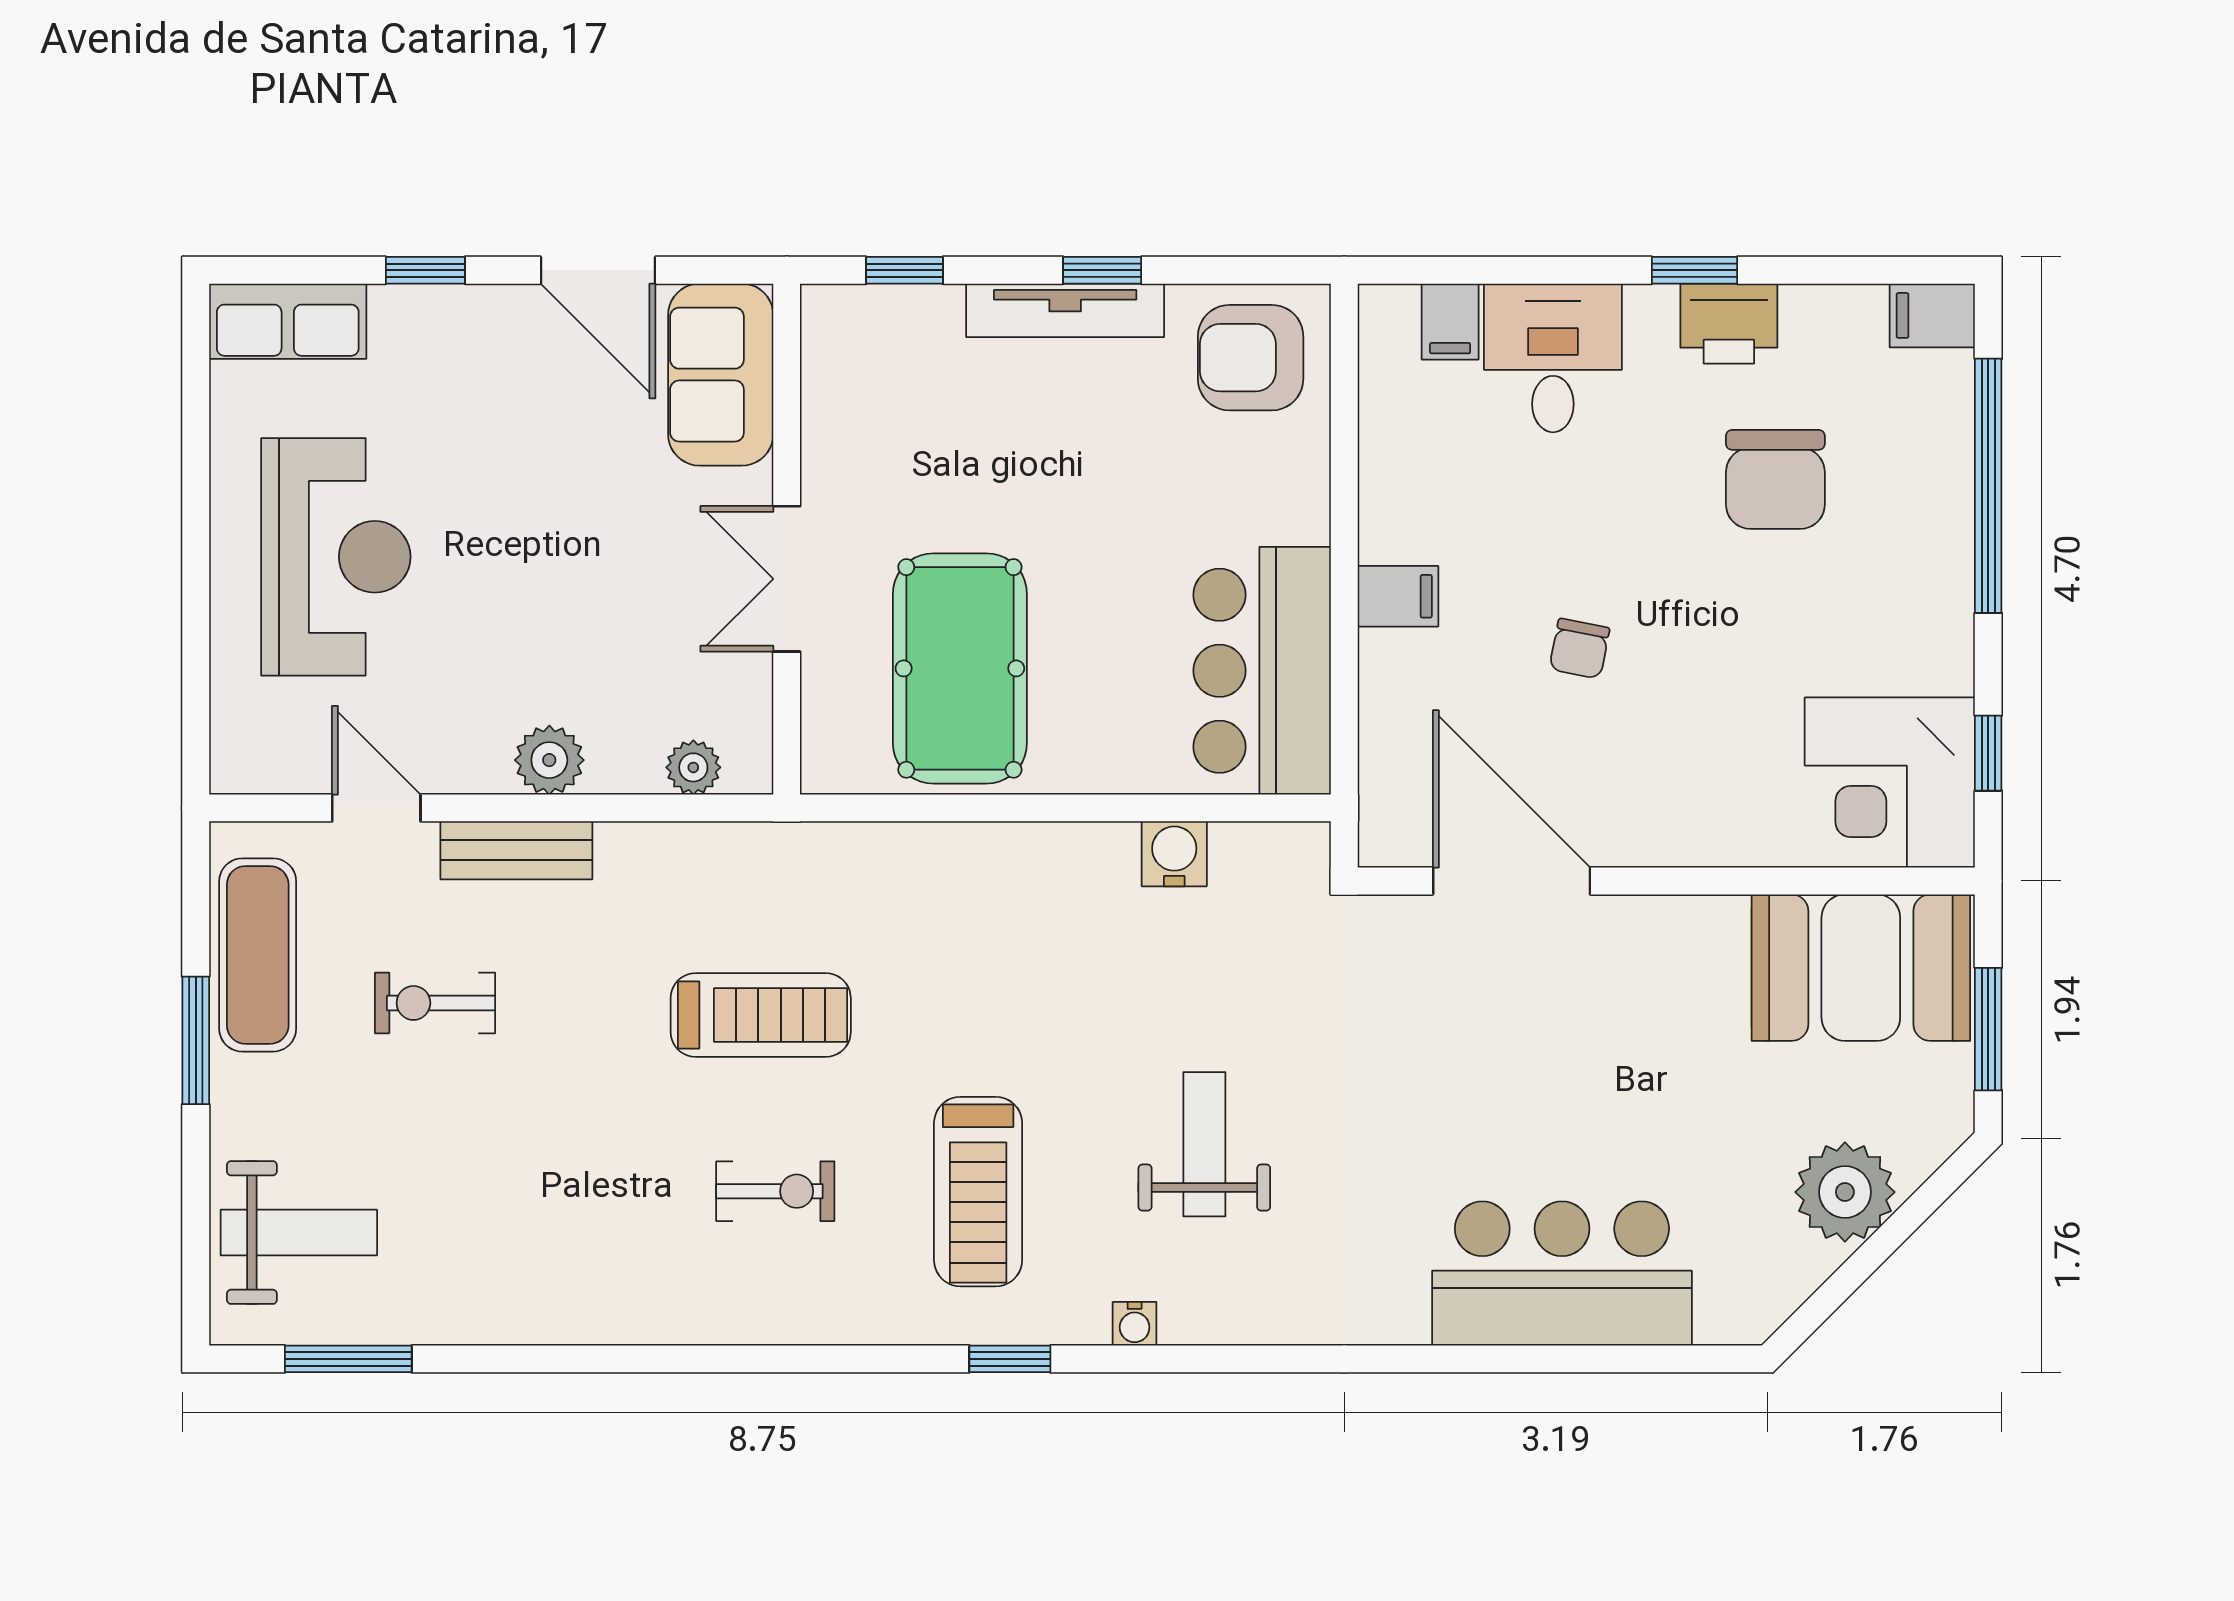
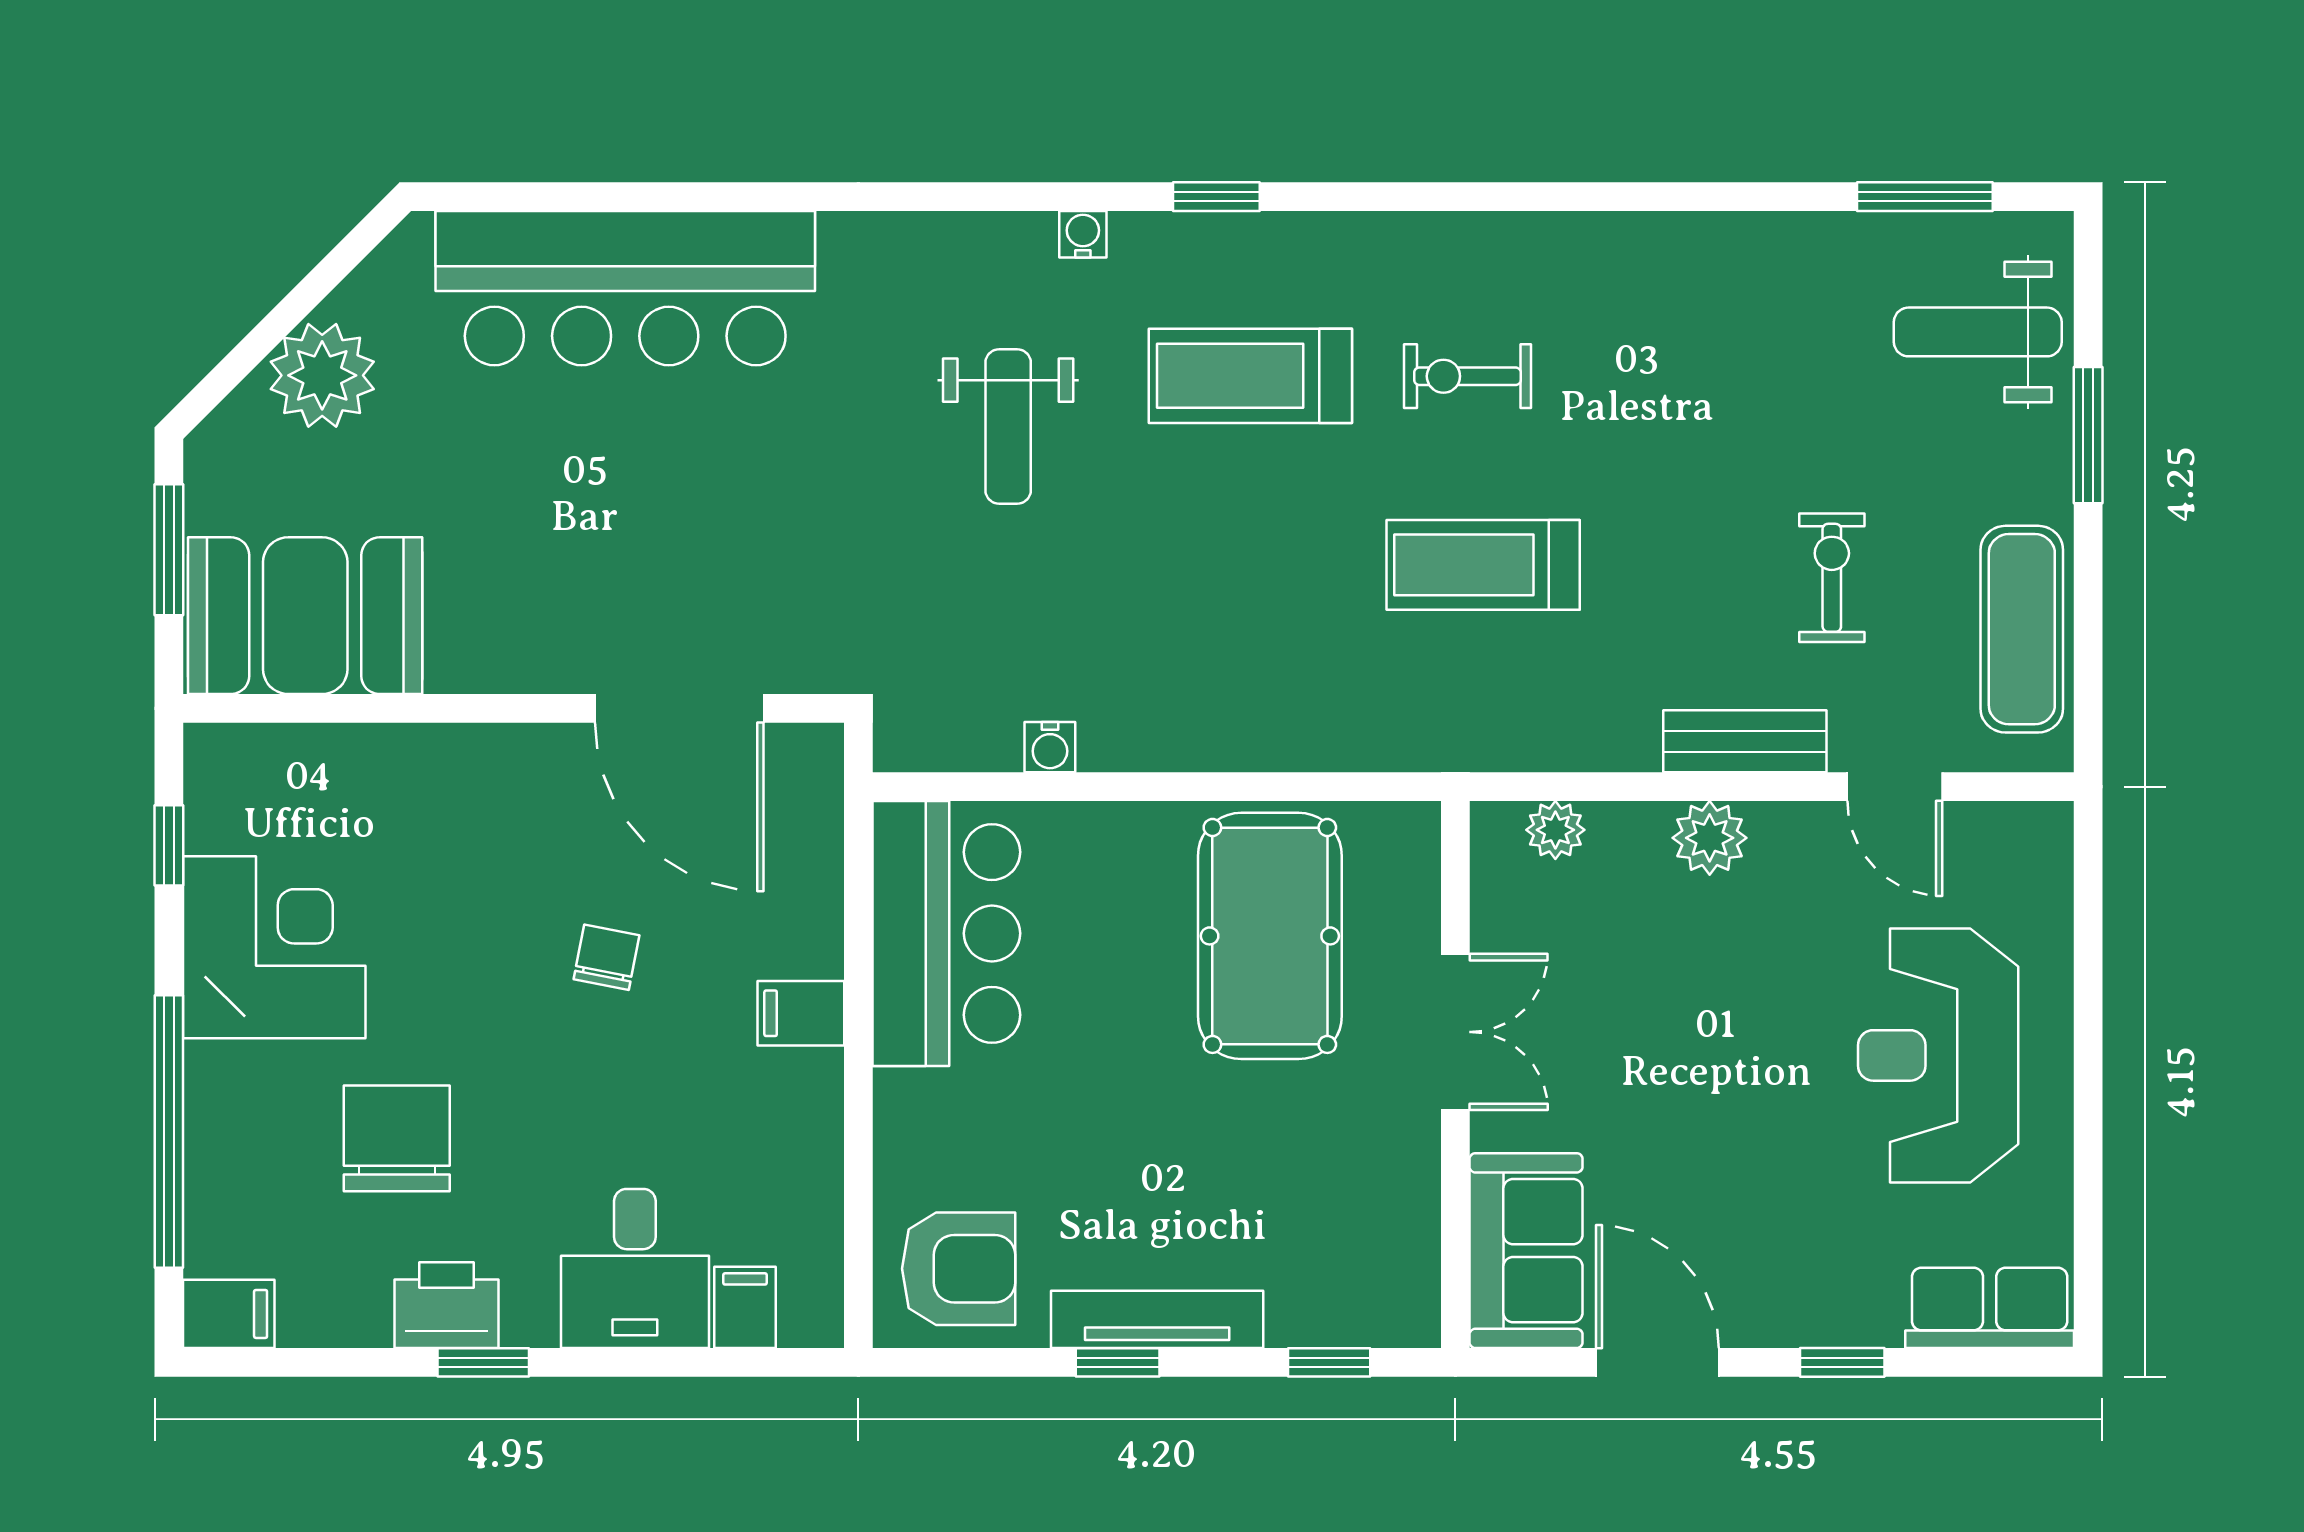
corner desk: (1890, 783) -> (274, 947), moved
water cooler: (1174, 854) -> (1050, 747), width x0.72, depth x0.72
exercise bike: (435, 1003) -> (1832, 578), turned -90
window: (196, 1040) -> (2088, 435), moved
treadmill: (978, 1192) -> (1250, 376), turned -90
bar counter: (1562, 1274) -> (625, 288), width x1.36

